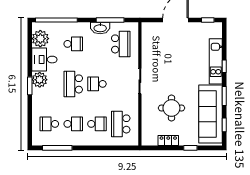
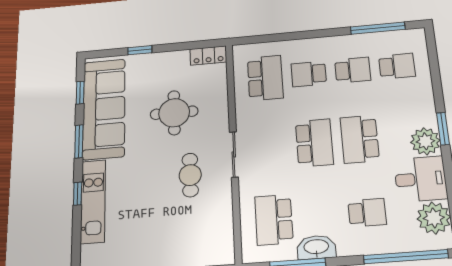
school desk: (73, 44) -> (367, 213), turned 180
cafe table: (163, 72) -> (190, 175), added
school desk: (73, 84) -> (360, 139), turned 180
school desk: (97, 84) -> (314, 143), width x1.85
school desk: (73, 124) -> (353, 70), turned 180
locker: (168, 141) -> (208, 56), moved

